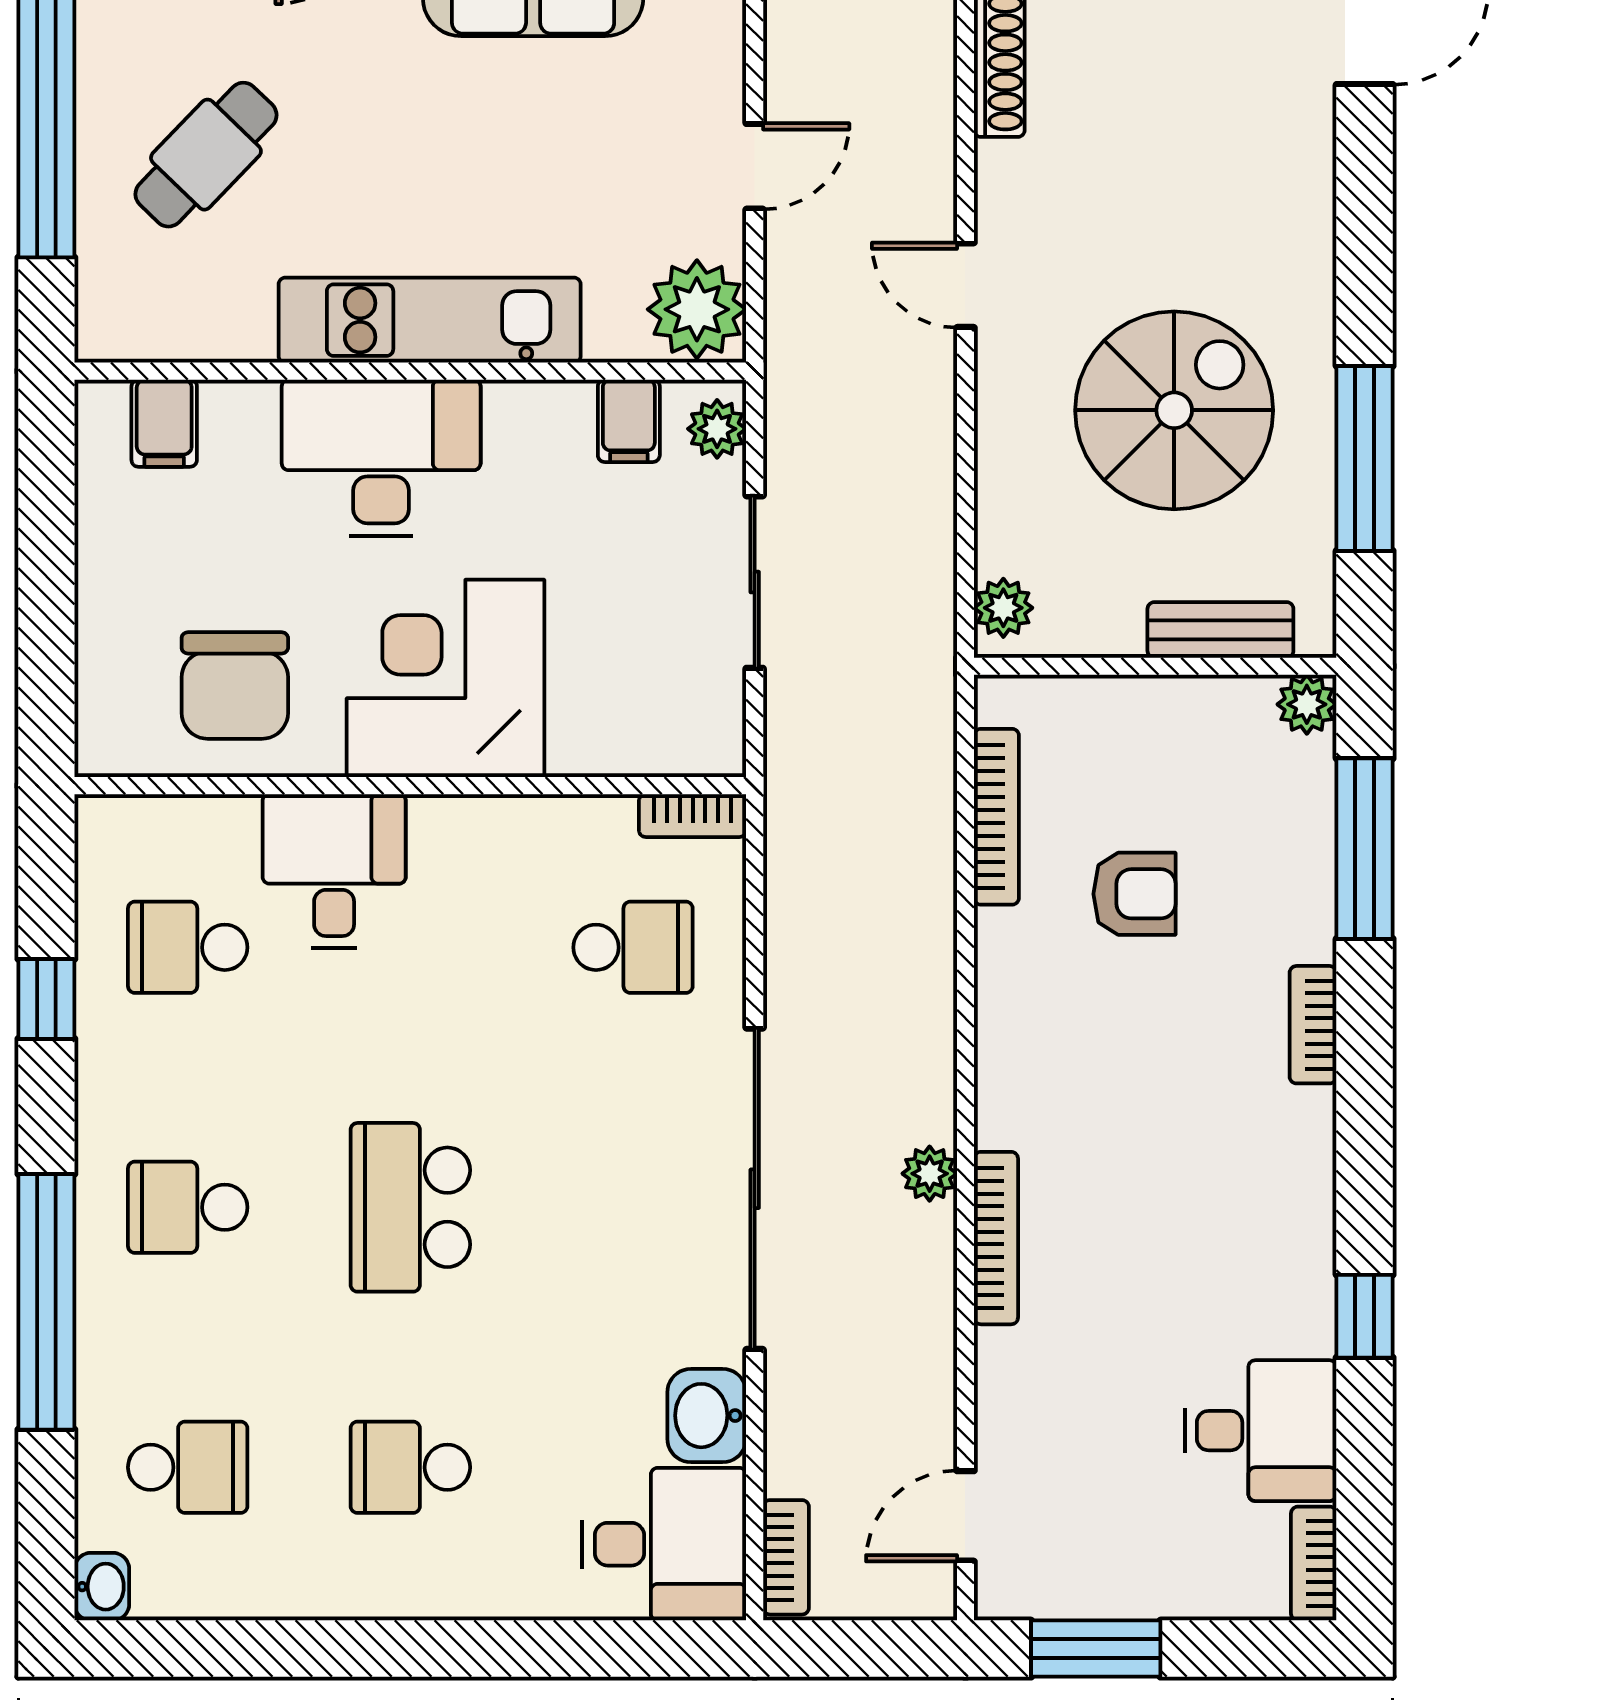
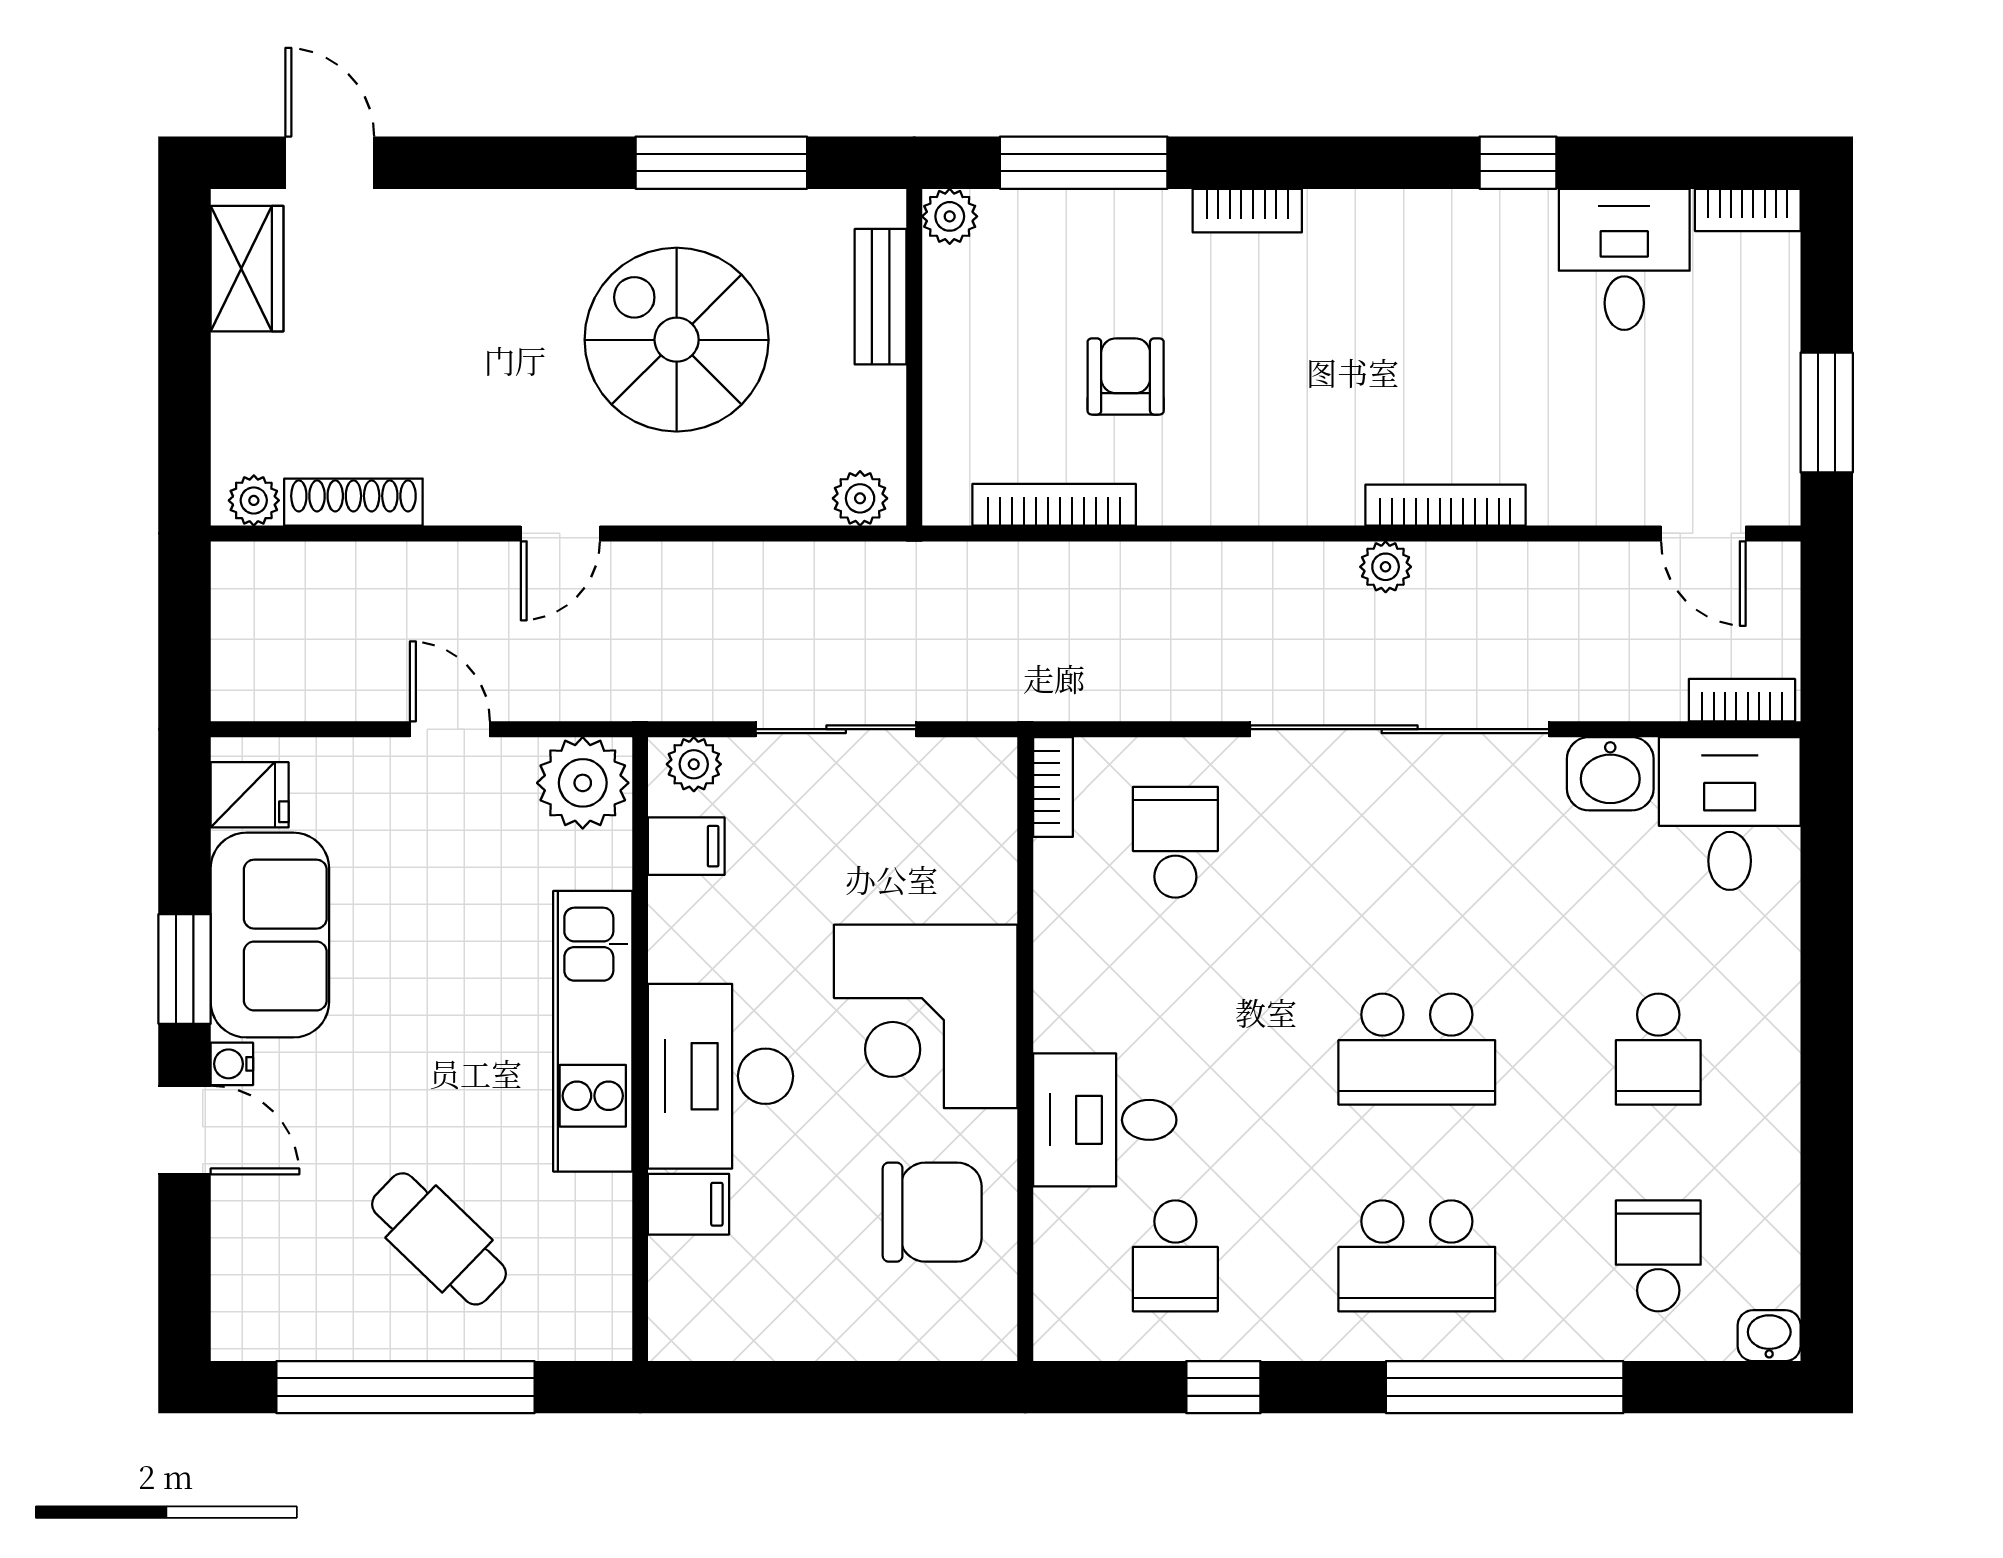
filing cabinet: (164, 423) -> (688, 1204), moved
school desk: (188, 1207) -> (1417, 1256), width x1.85

